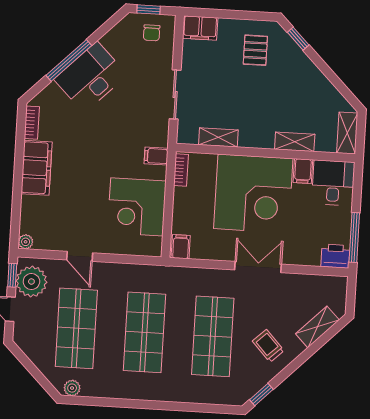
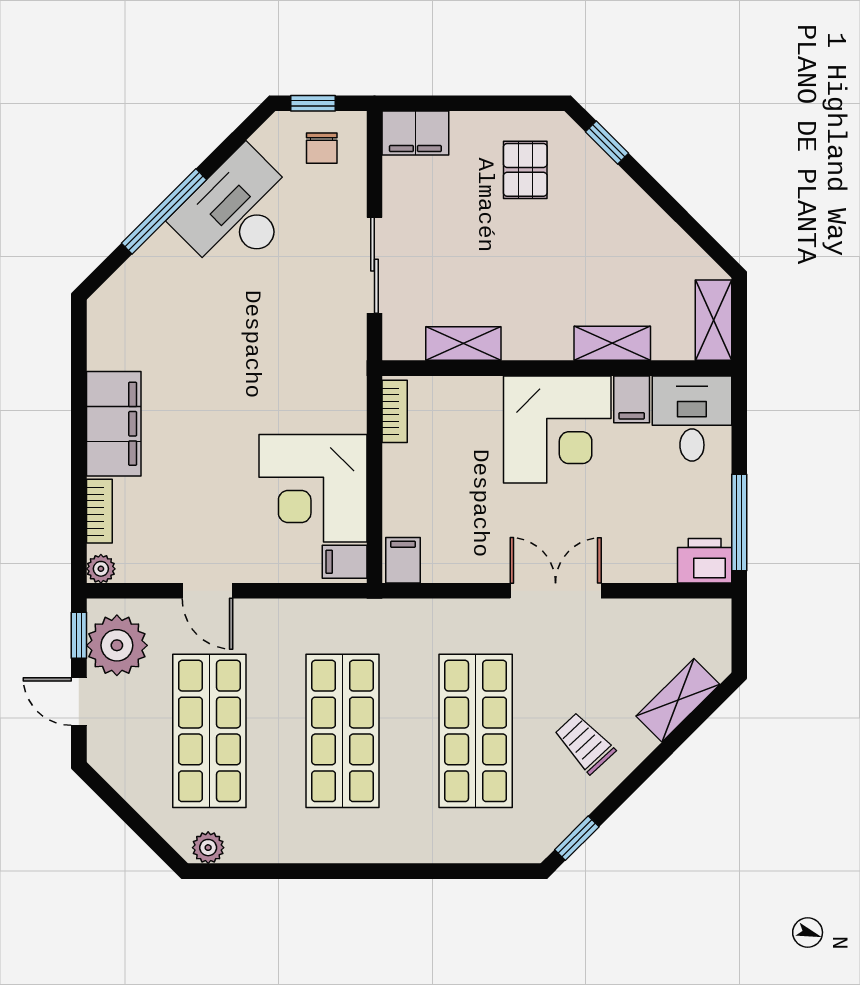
desk: (91, 77) -> (237, 212), moved
bookcase: (32, 123) -> (99, 511), moved
filing cabinet: (156, 156) -> (345, 562), moved
corner desk: (253, 194) -> (557, 429), width x0.74, depth x0.74

